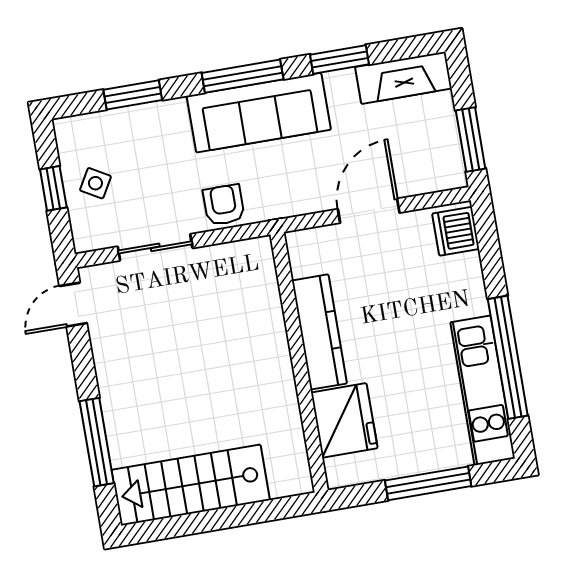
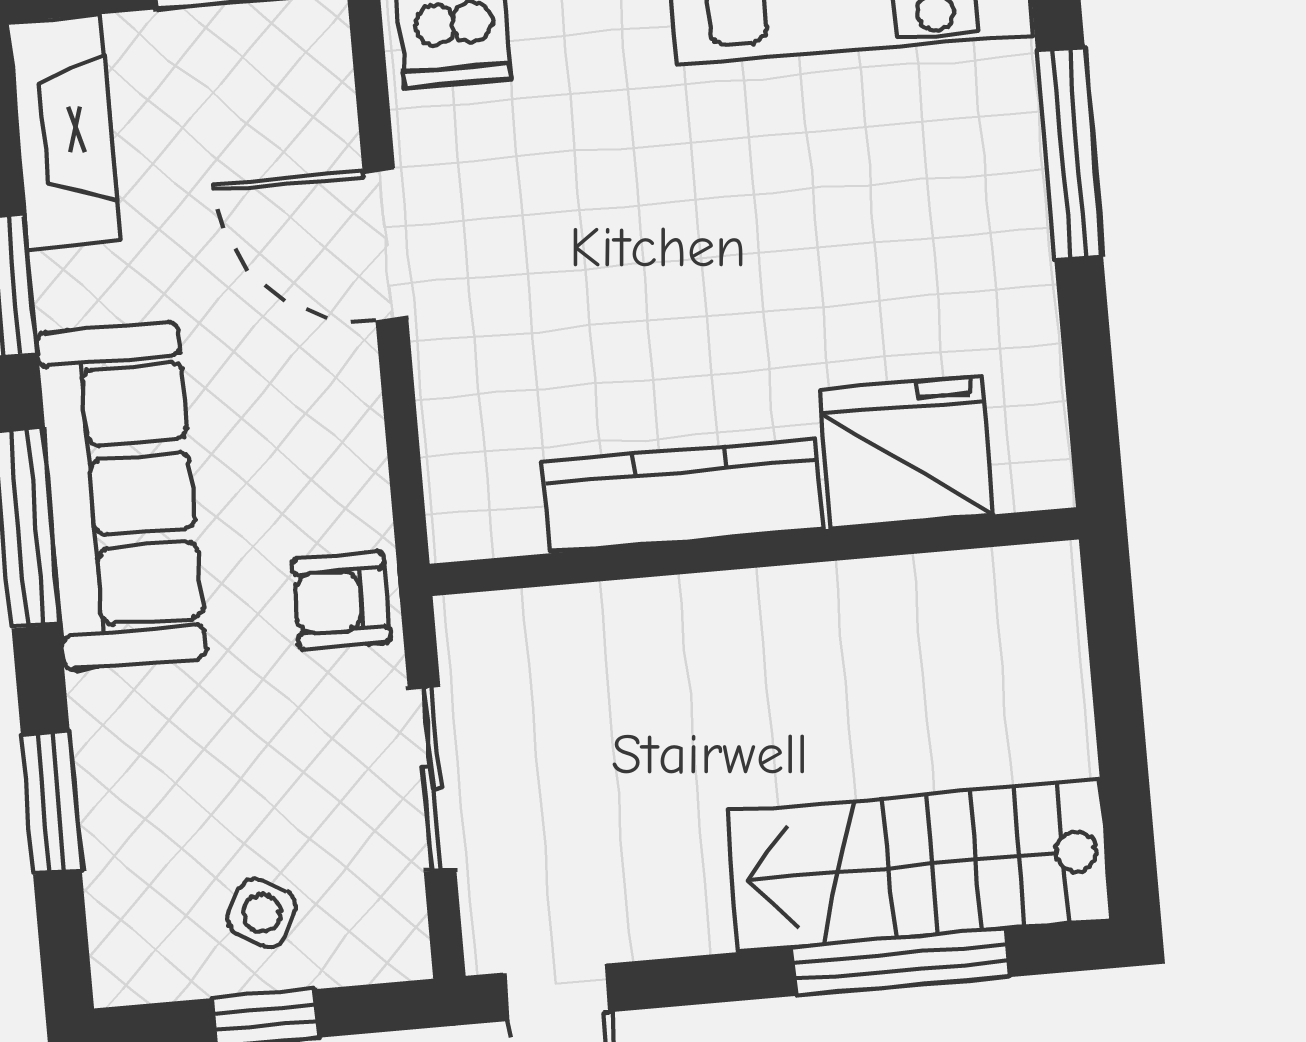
kitchen counter: (319, 332) -> (683, 496), moved
wall: (299, 362) -> (754, 552), moved
fridge: (344, 420) -> (906, 452), moved
stairs: (191, 485) -> (920, 865), moved, turned 90

